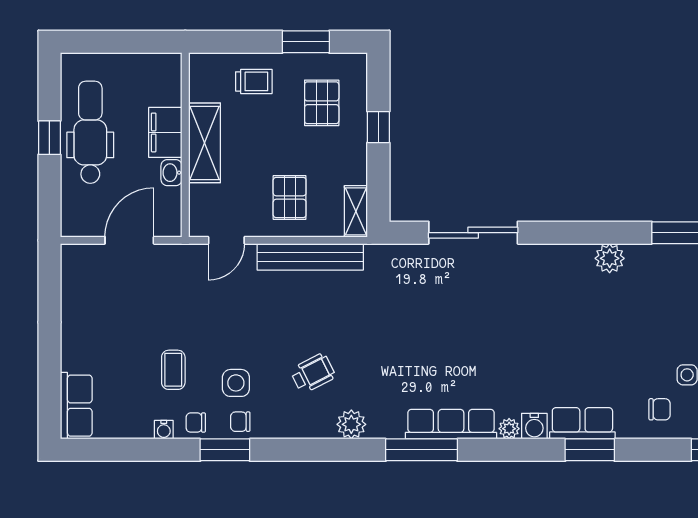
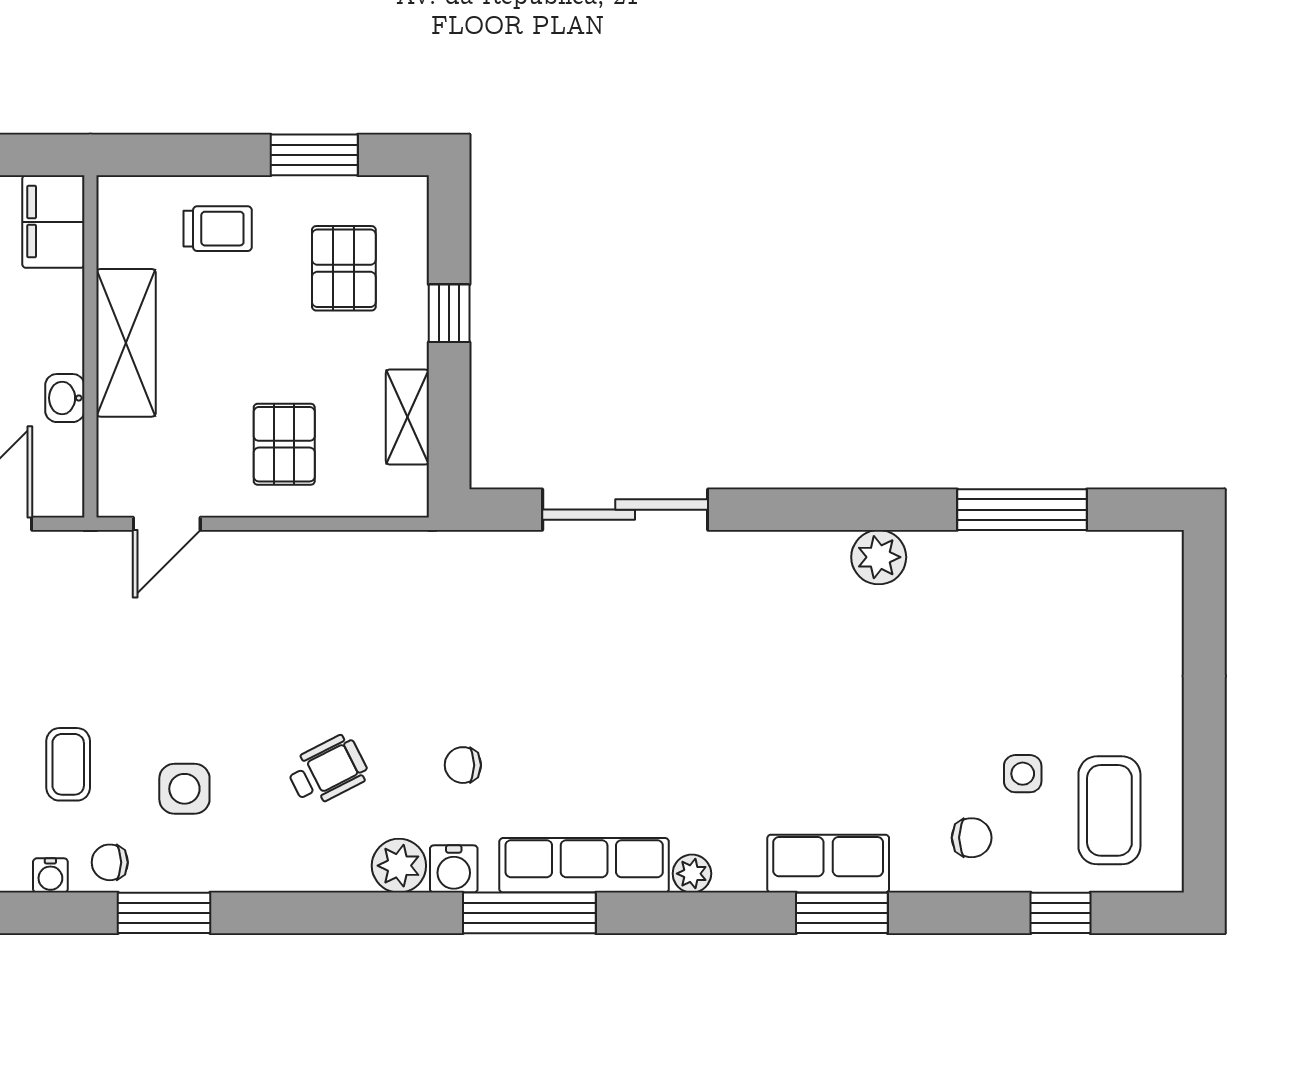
filing cabinet: (165, 132) -> (53, 222), moved
shelving: (356, 211) -> (407, 417), moved
bench: (310, 257) -> (322, 554), removed
chair: (240, 422) -> (463, 765), moved
water cooler: (534, 426) -> (454, 869), moved

